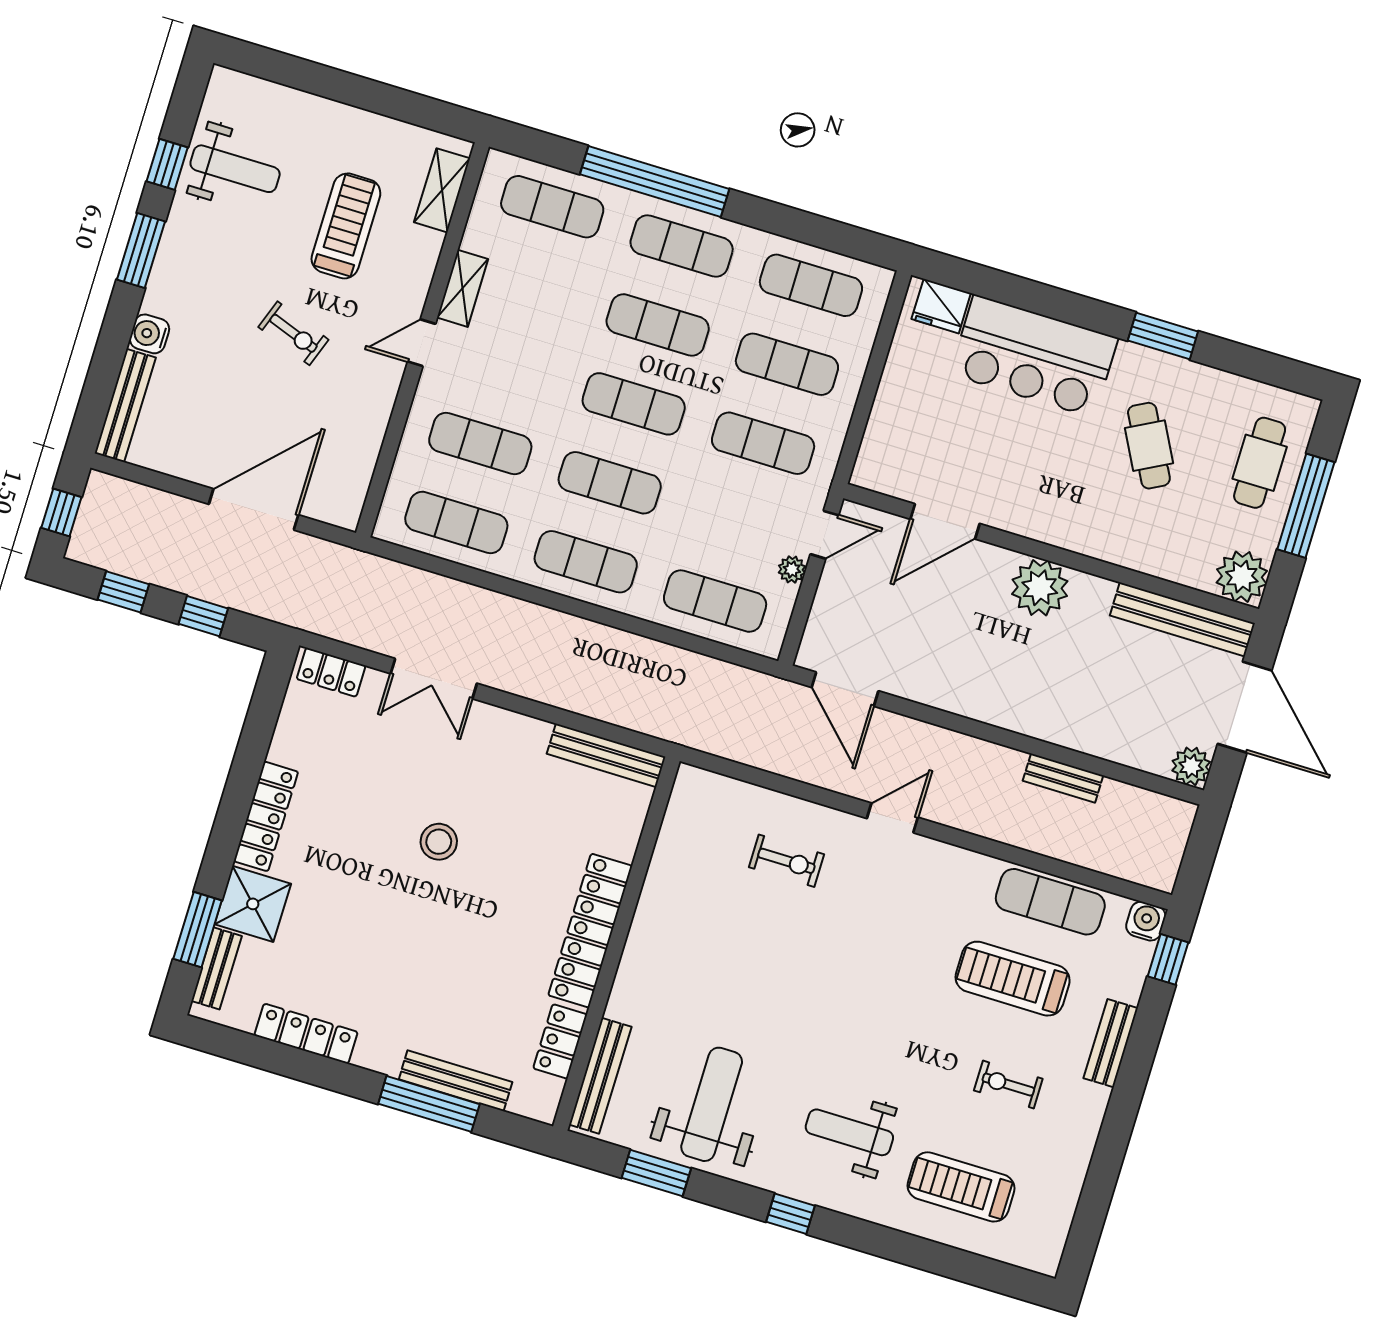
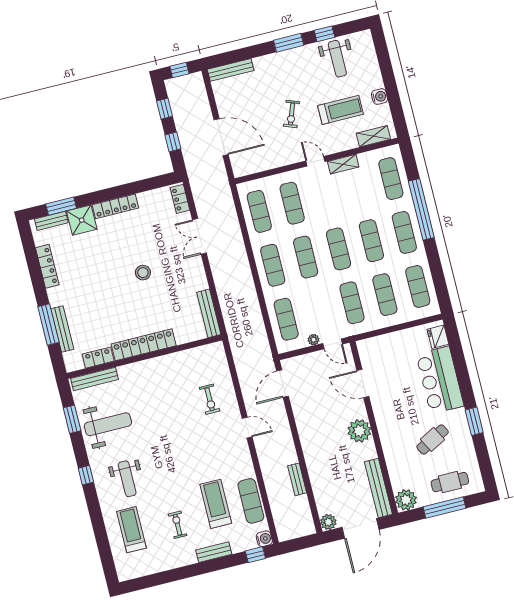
water cooler: (149, 334) -> (379, 97), moved, turned 90
weight bench: (849, 1132) -> (127, 479), turned 180

